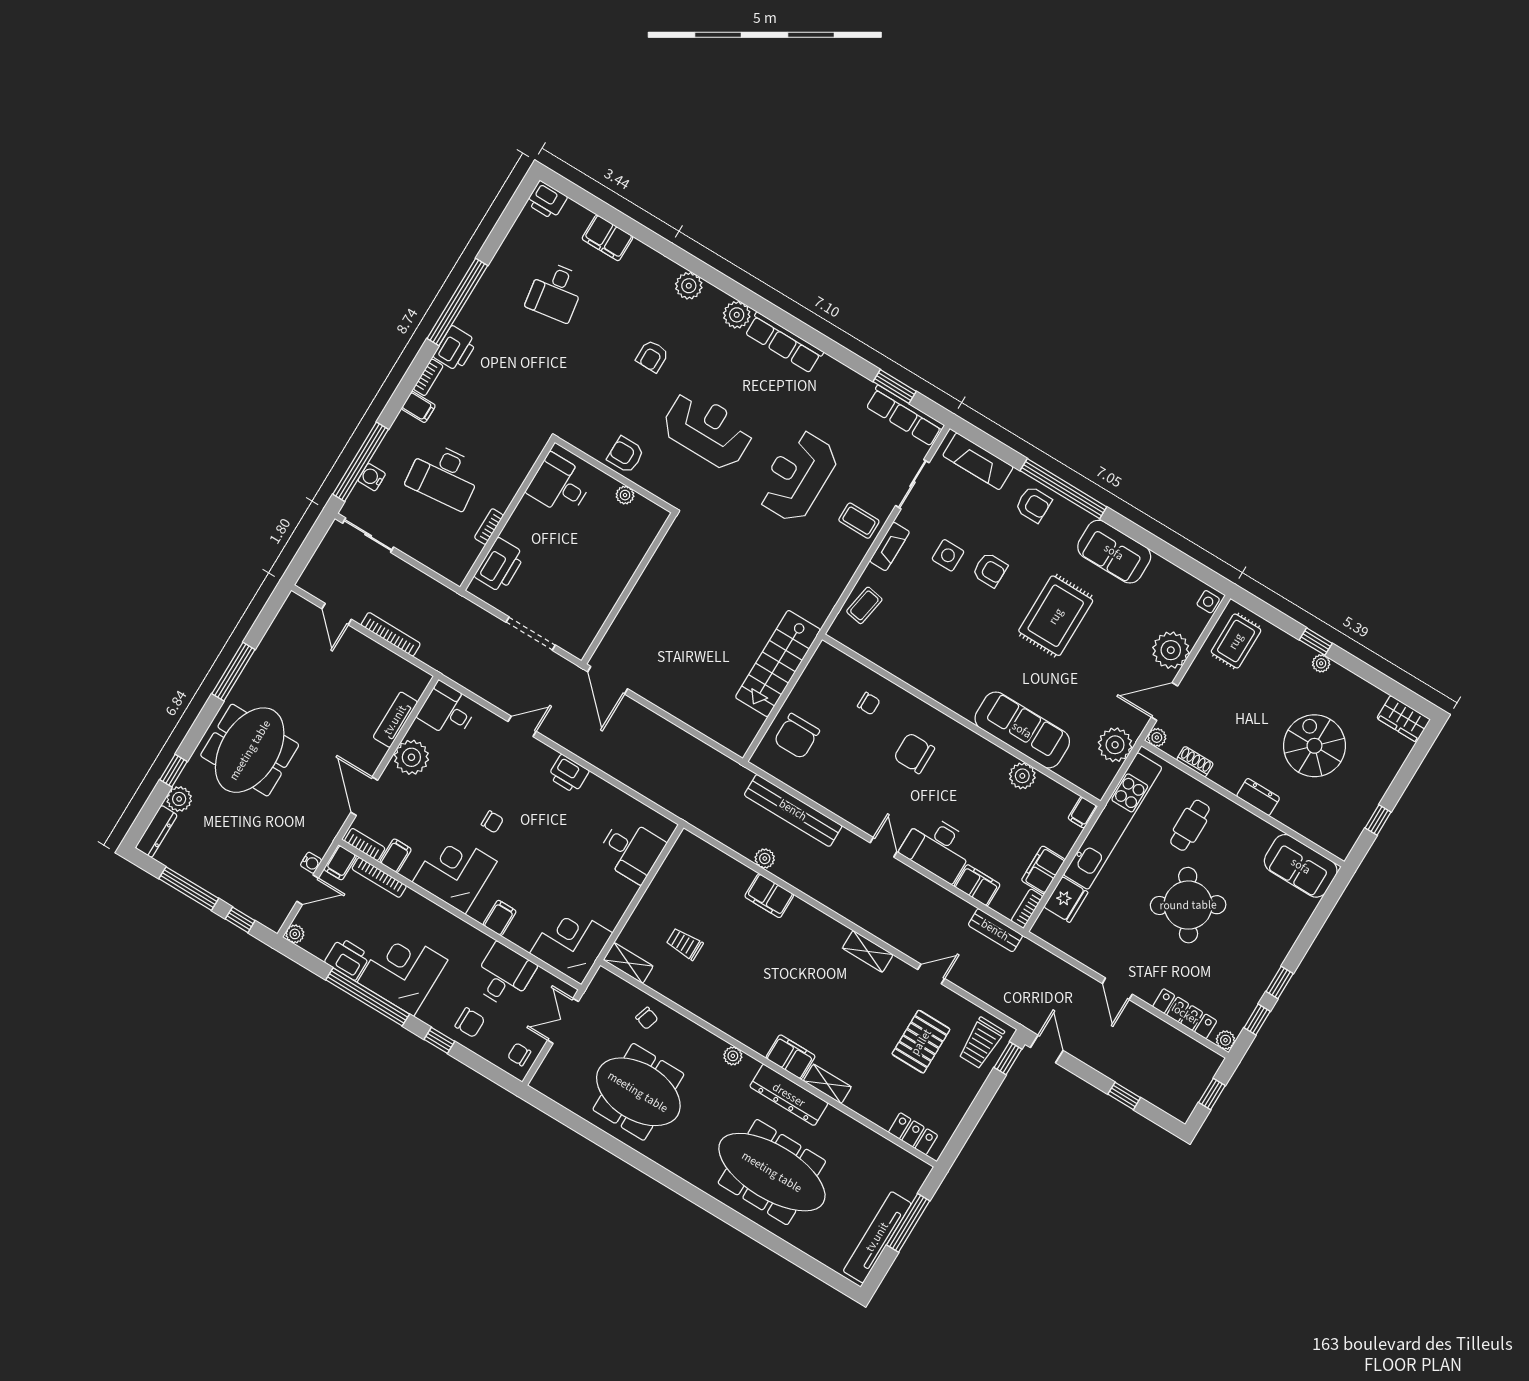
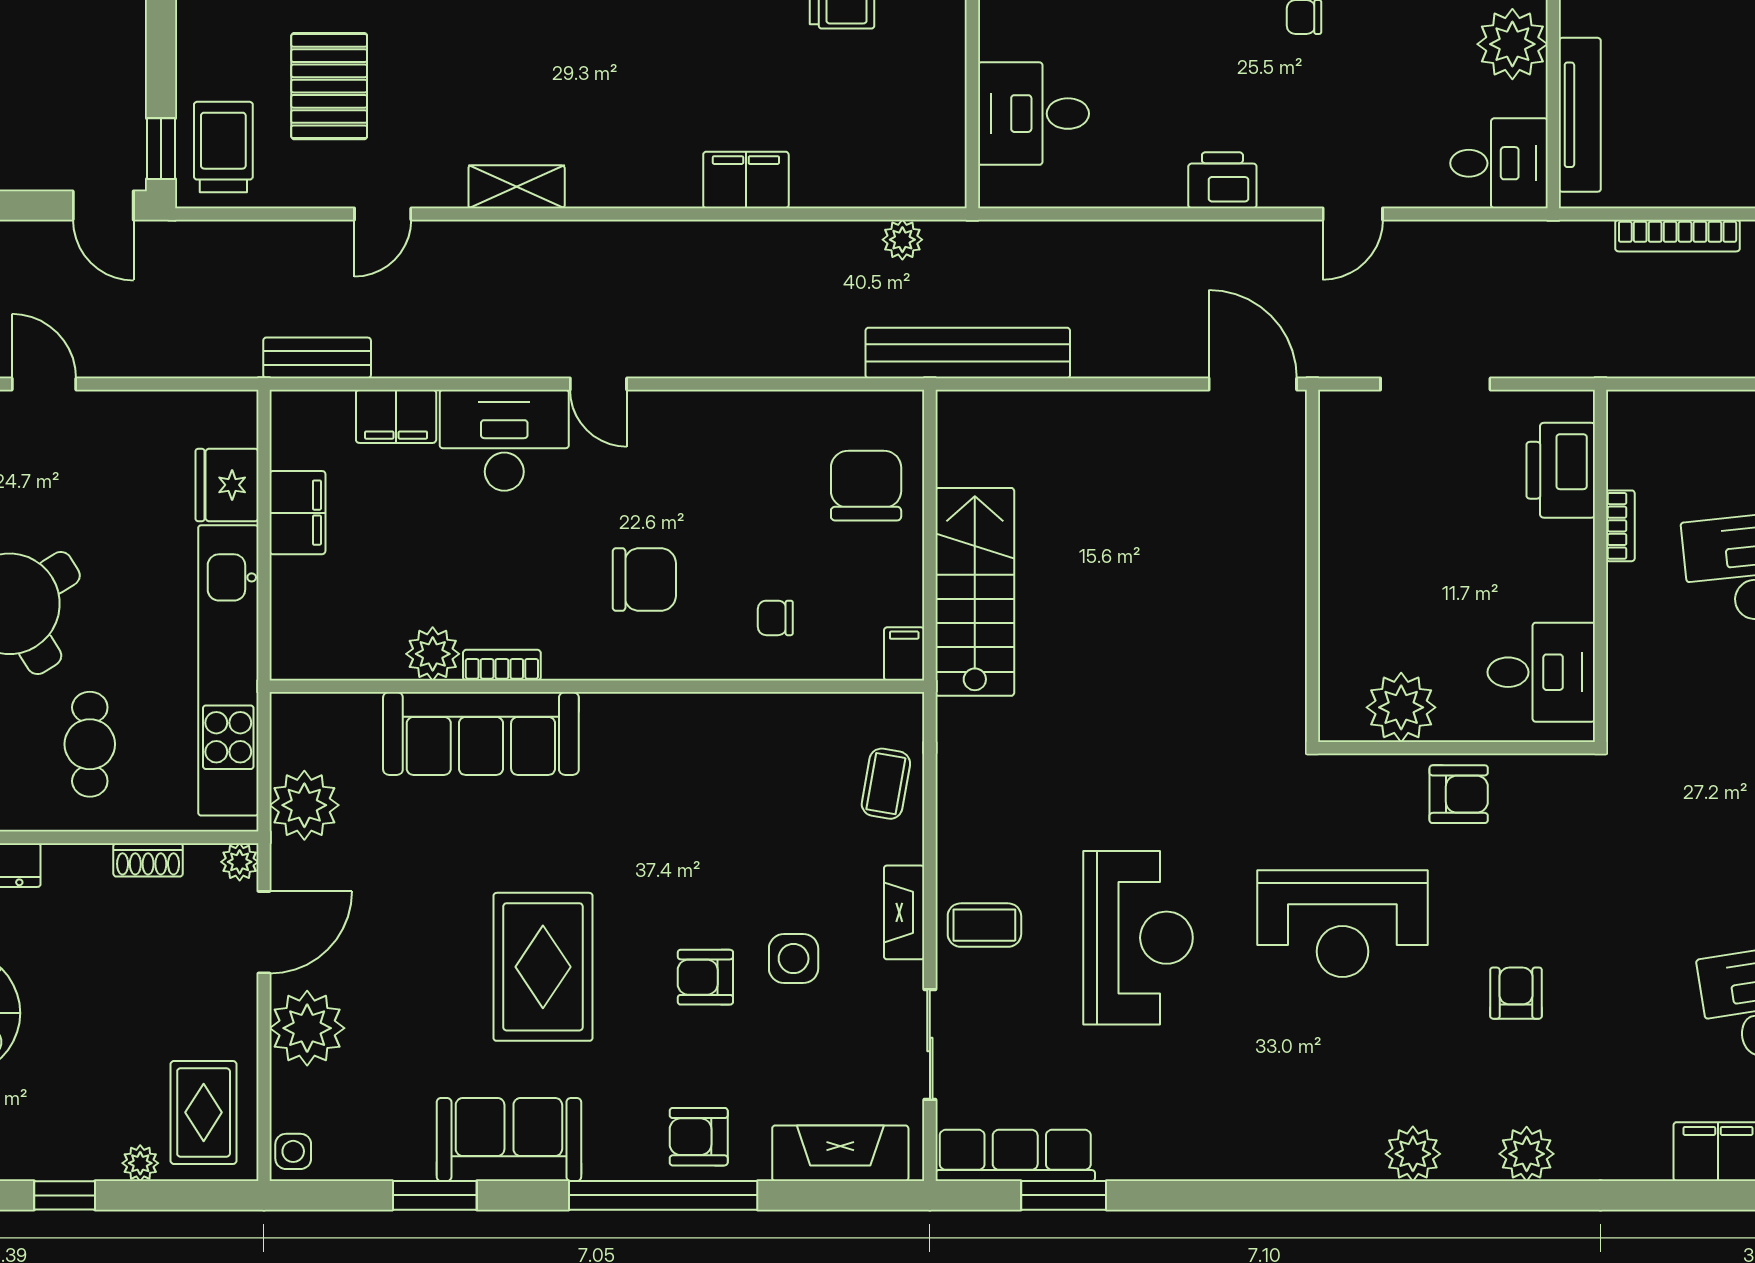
row of seats: (784, 342) -> (1302, 1155), removed
plant: (625, 495) -> (1401, 707), width x1.88, depth x1.88
window: (1160, 547) -> (435, 1195), added
plant: (1321, 663) -> (140, 1163), moved
tv unit: (395, 720) -> (1580, 115), width x1.41
bench: (793, 810) -> (968, 353), moved
filing cabinet: (1083, 812) -> (904, 654), moved
plant: (765, 859) -> (902, 240), moved
bookcase: (1027, 909) -> (502, 665), moved, turned -90

